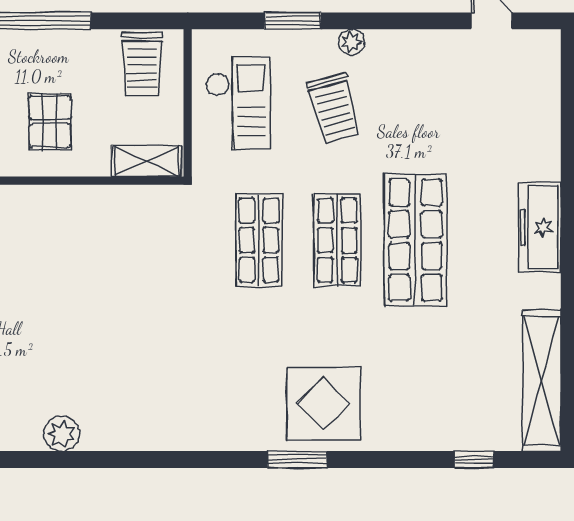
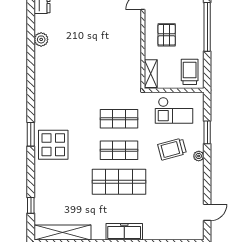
trolley: (142, 64) -> (190, 72), turned 90
pallet: (50, 122) -> (167, 35), turned 90

